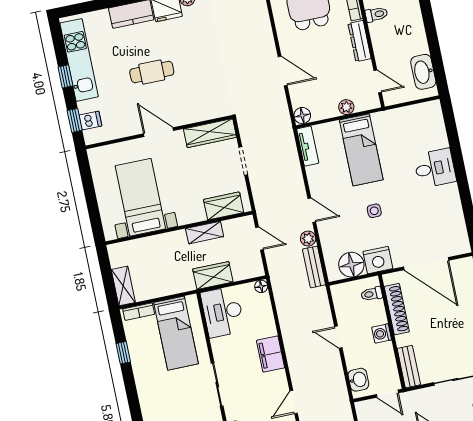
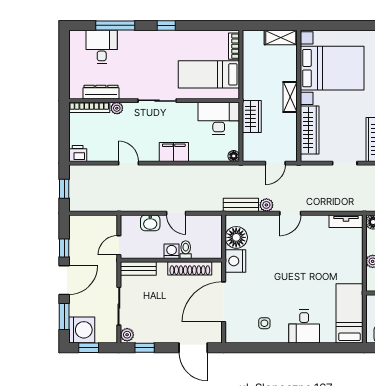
bed: (361, 150) -> (349, 313), moved, turned 90
bed with nightstands: (140, 197) -> (332, 68), width x1.36
wardrobe: (224, 206) -> (310, 130), width x1.50
side table: (374, 211) -> (264, 323), moved
shelving: (205, 233) -> (290, 97), moved
shelving: (123, 286) -> (281, 38), moved
toilet: (372, 294) -> (186, 250), moved
door: (338, 337) -> (176, 213), swing flipped
window: (123, 353) -> (166, 25), moved
washbasin: (358, 380) -> (150, 223), moved

